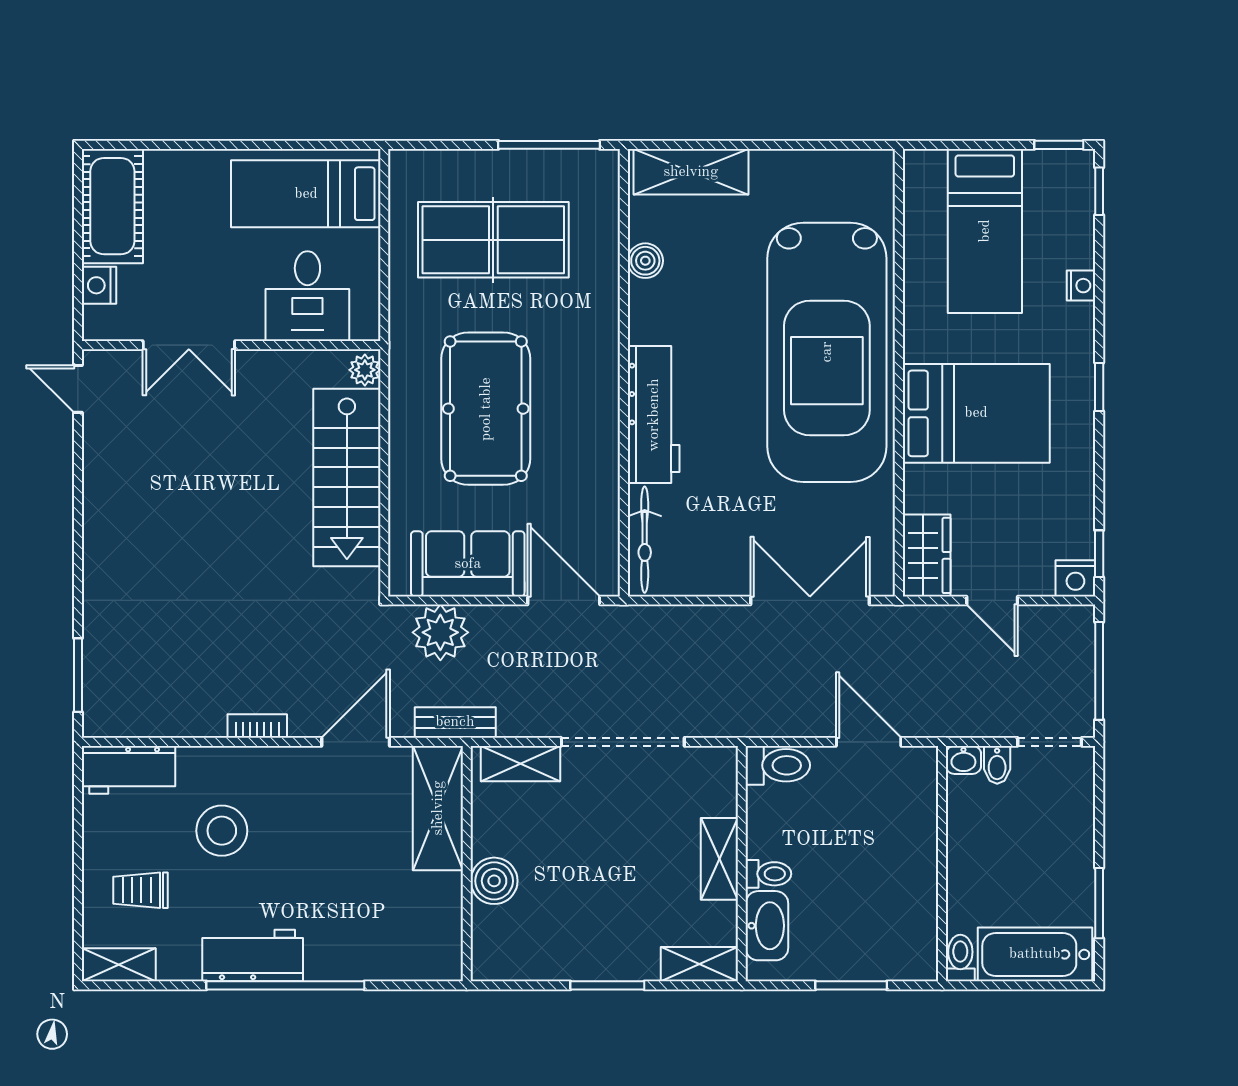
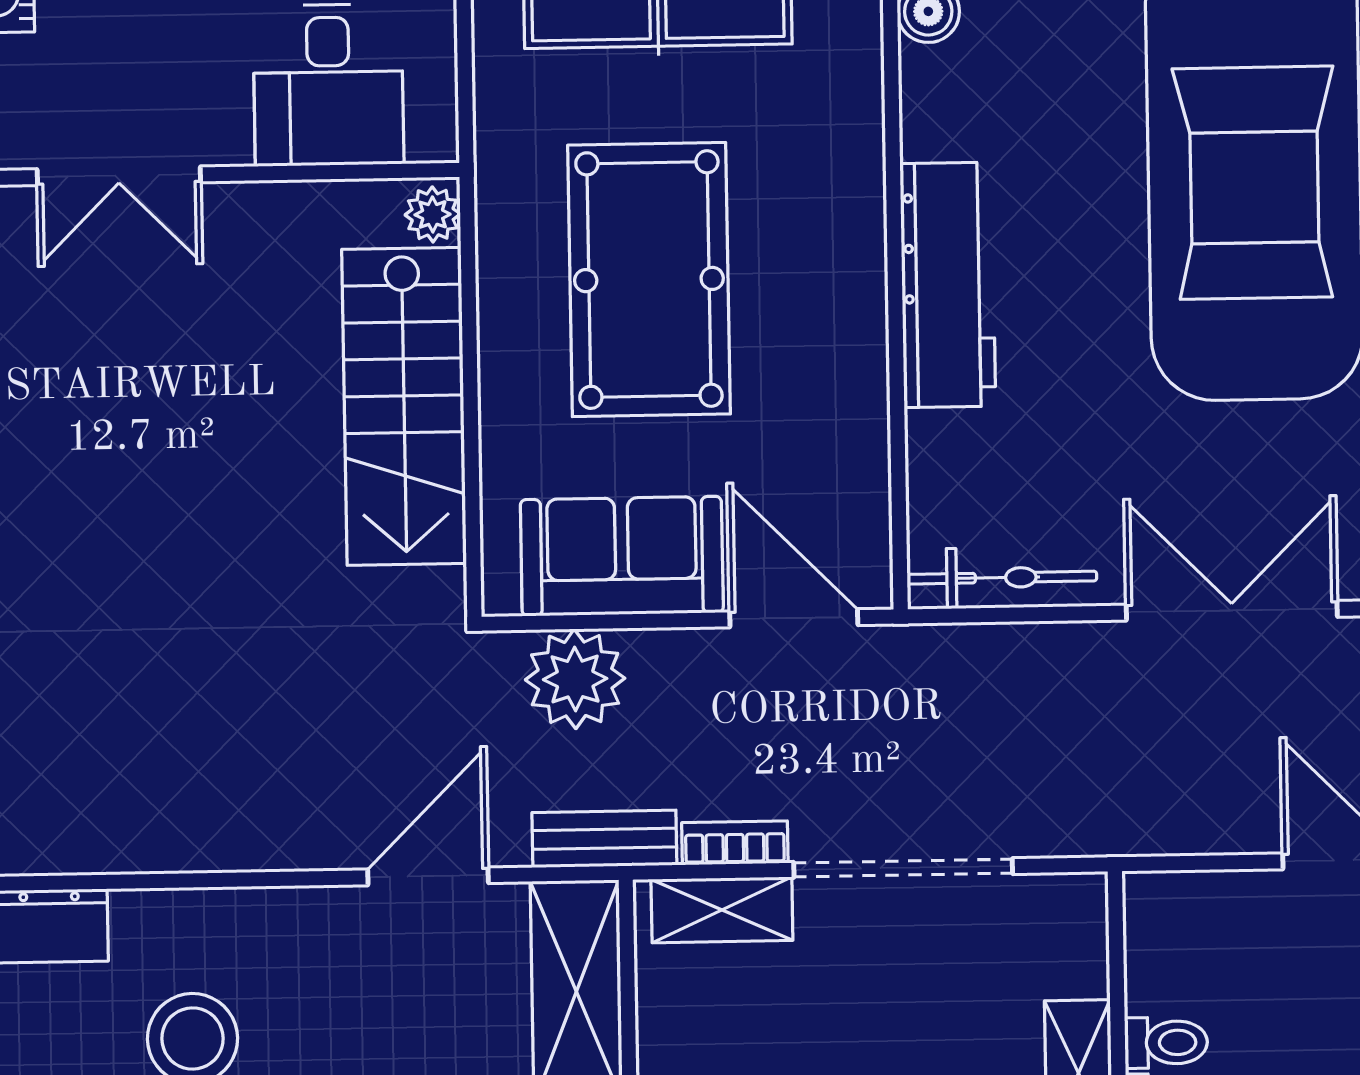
bicycle: (645, 540) -> (1002, 578), moved, turned -90
bookcase: (257, 726) -> (735, 843), moved
toilet: (778, 765) -> (1166, 1043), moved, width x0.73, depth x0.72

